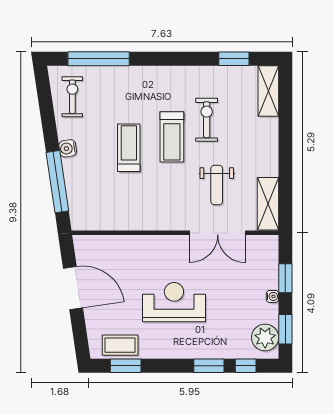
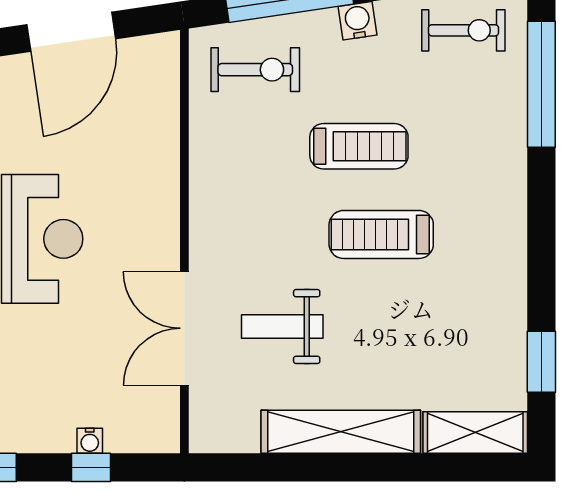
exercise bike: (207, 120) -> (255, 70), moved
shelving: (268, 204) -> (341, 432), moved, width x1.47
window: (285, 278) -> (91, 467), width x0.67
water cooler: (272, 296) -> (90, 441), moved

